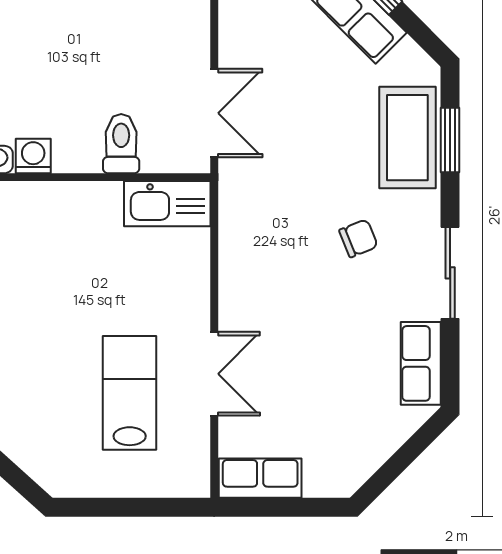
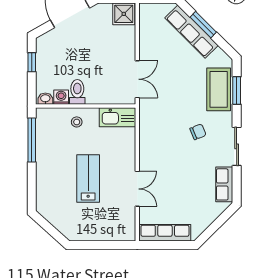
toilet: (121, 144) -> (77, 92), moved
stool: (70, 215) -> (77, 122), added
lab bench: (130, 393) -> (88, 178), moved
row of seats: (260, 478) -> (165, 233), width x1.48

